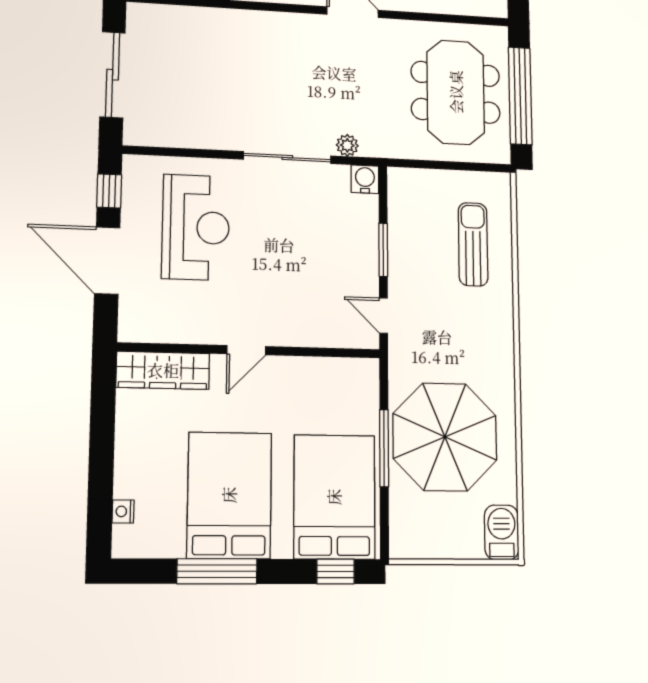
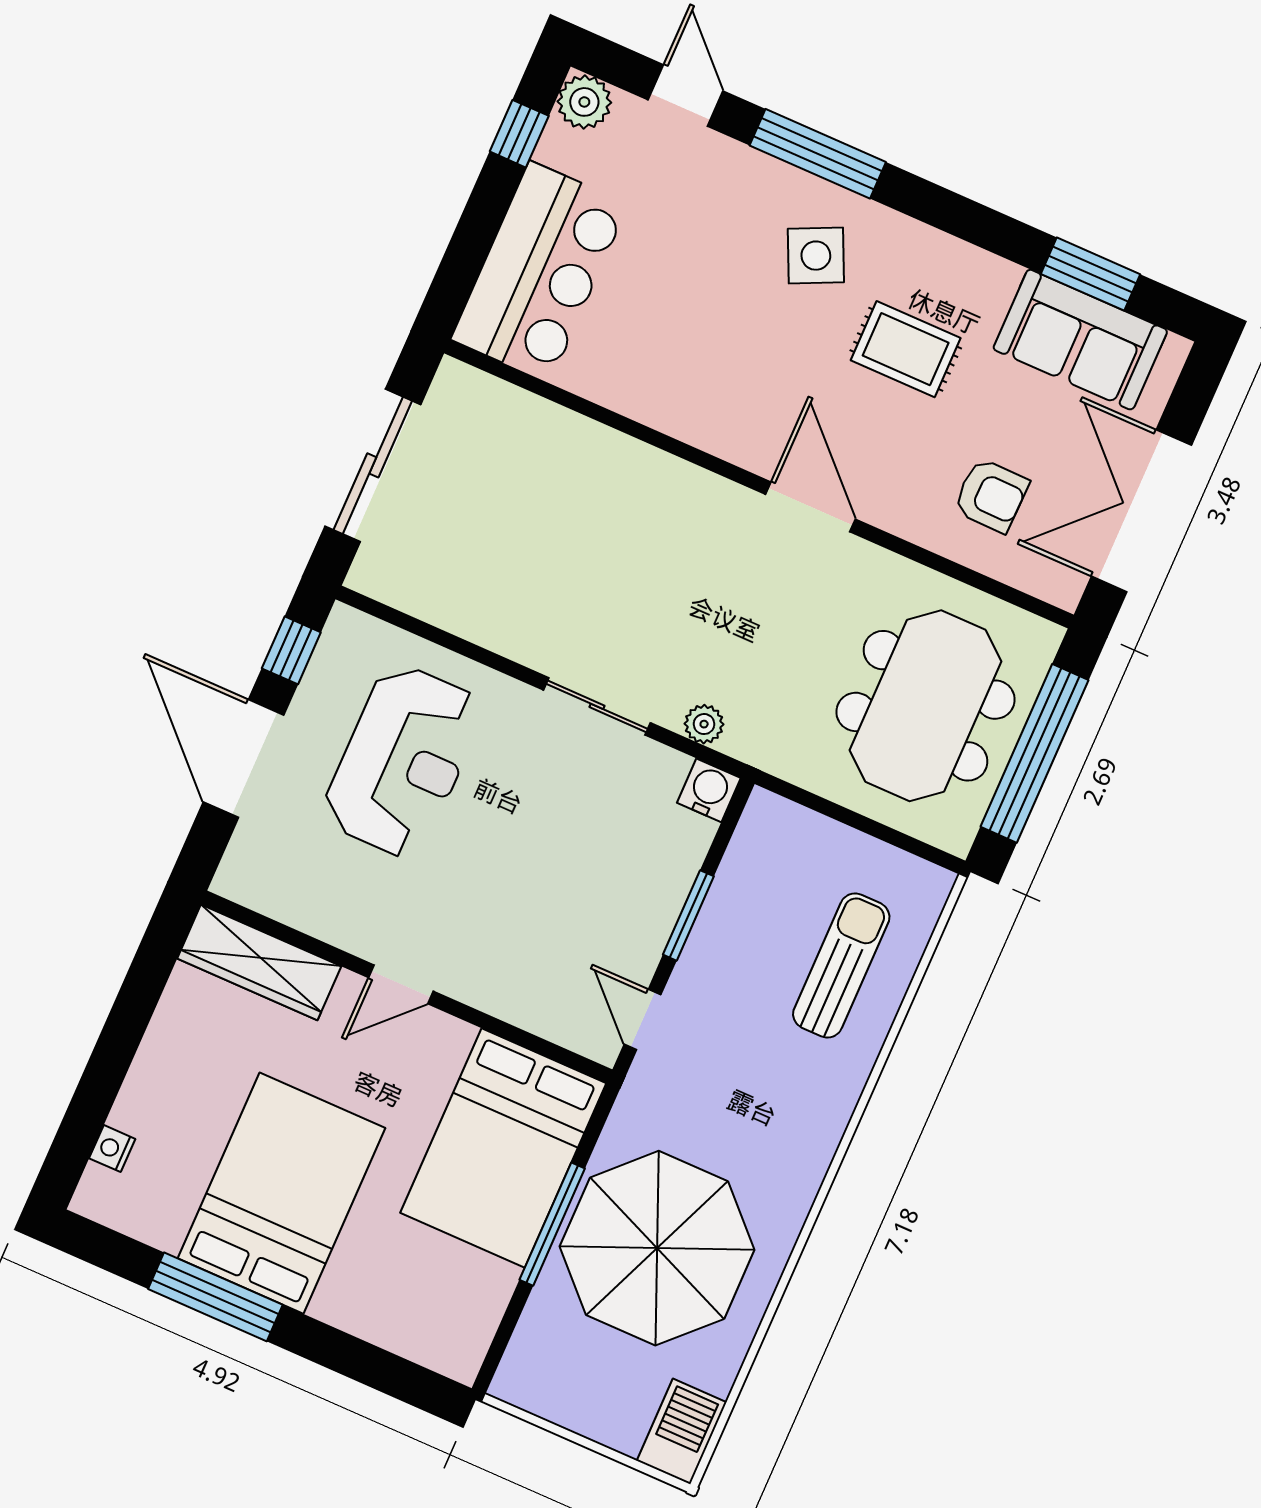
sliding door: (287, 158) -> (597, 706), width x0.73
bed: (334, 497) -> (503, 1148), moved, turned 180
window: (335, 572) -> (395, 1376), removed

